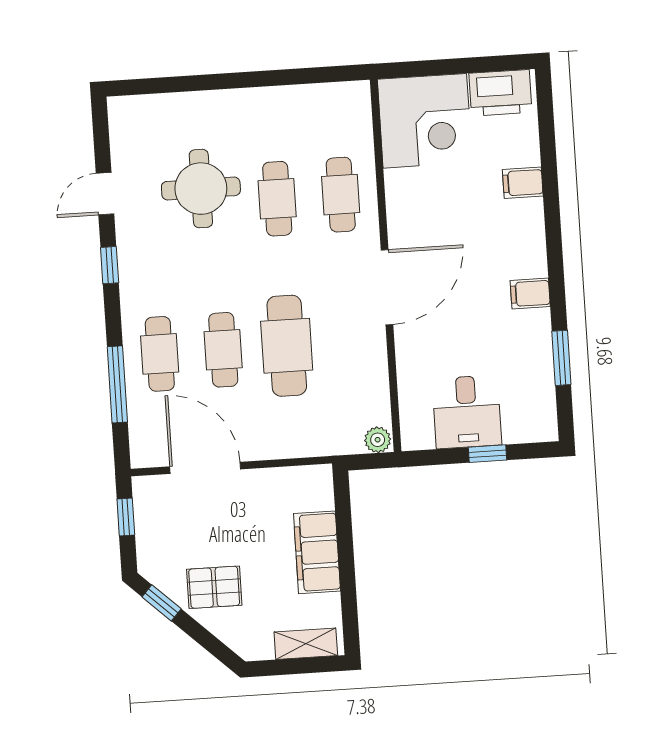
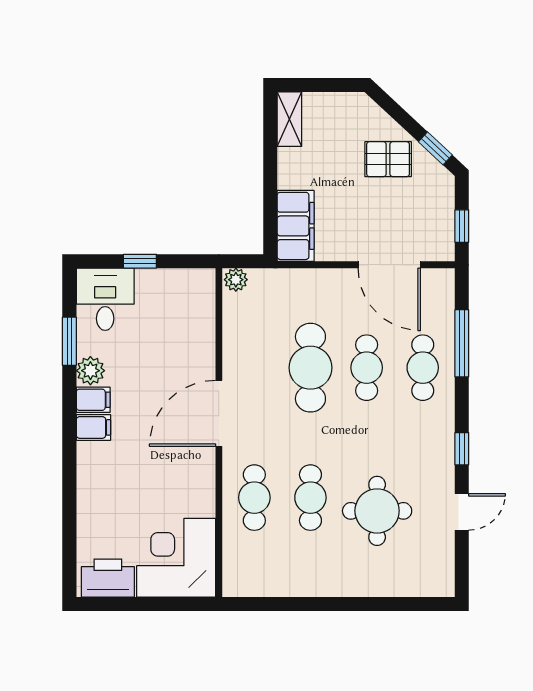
filing cabinet: (523, 183) -> (93, 427), moved
plant: (535, 326) -> (90, 371), added
desk: (467, 412) -> (105, 299), moved
filing cabinet: (317, 552) -> (296, 226), moved
shelving: (306, 644) -> (289, 119), moved, turned 90

